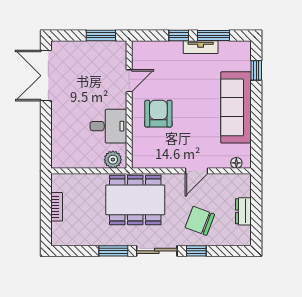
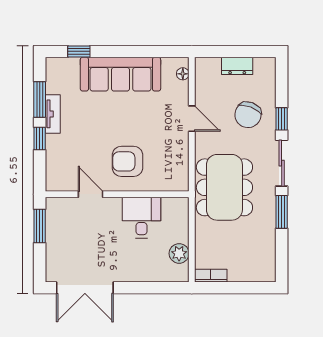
plant: (113, 160) -> (179, 253), moved
bookcase: (57, 207) -> (211, 276), moved

